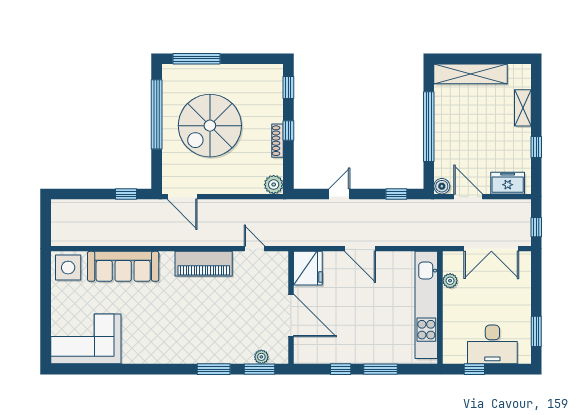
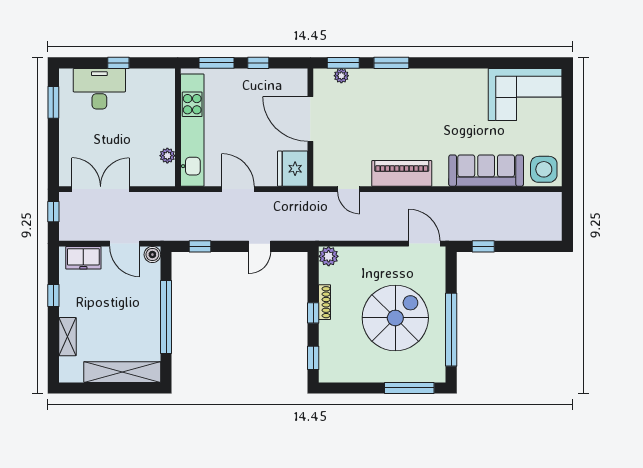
plant: (450, 281) -> (167, 156), moved
kitchen unit: (426, 305) -> (192, 130), moved
wall: (440, 308) -> (178, 127), moved

